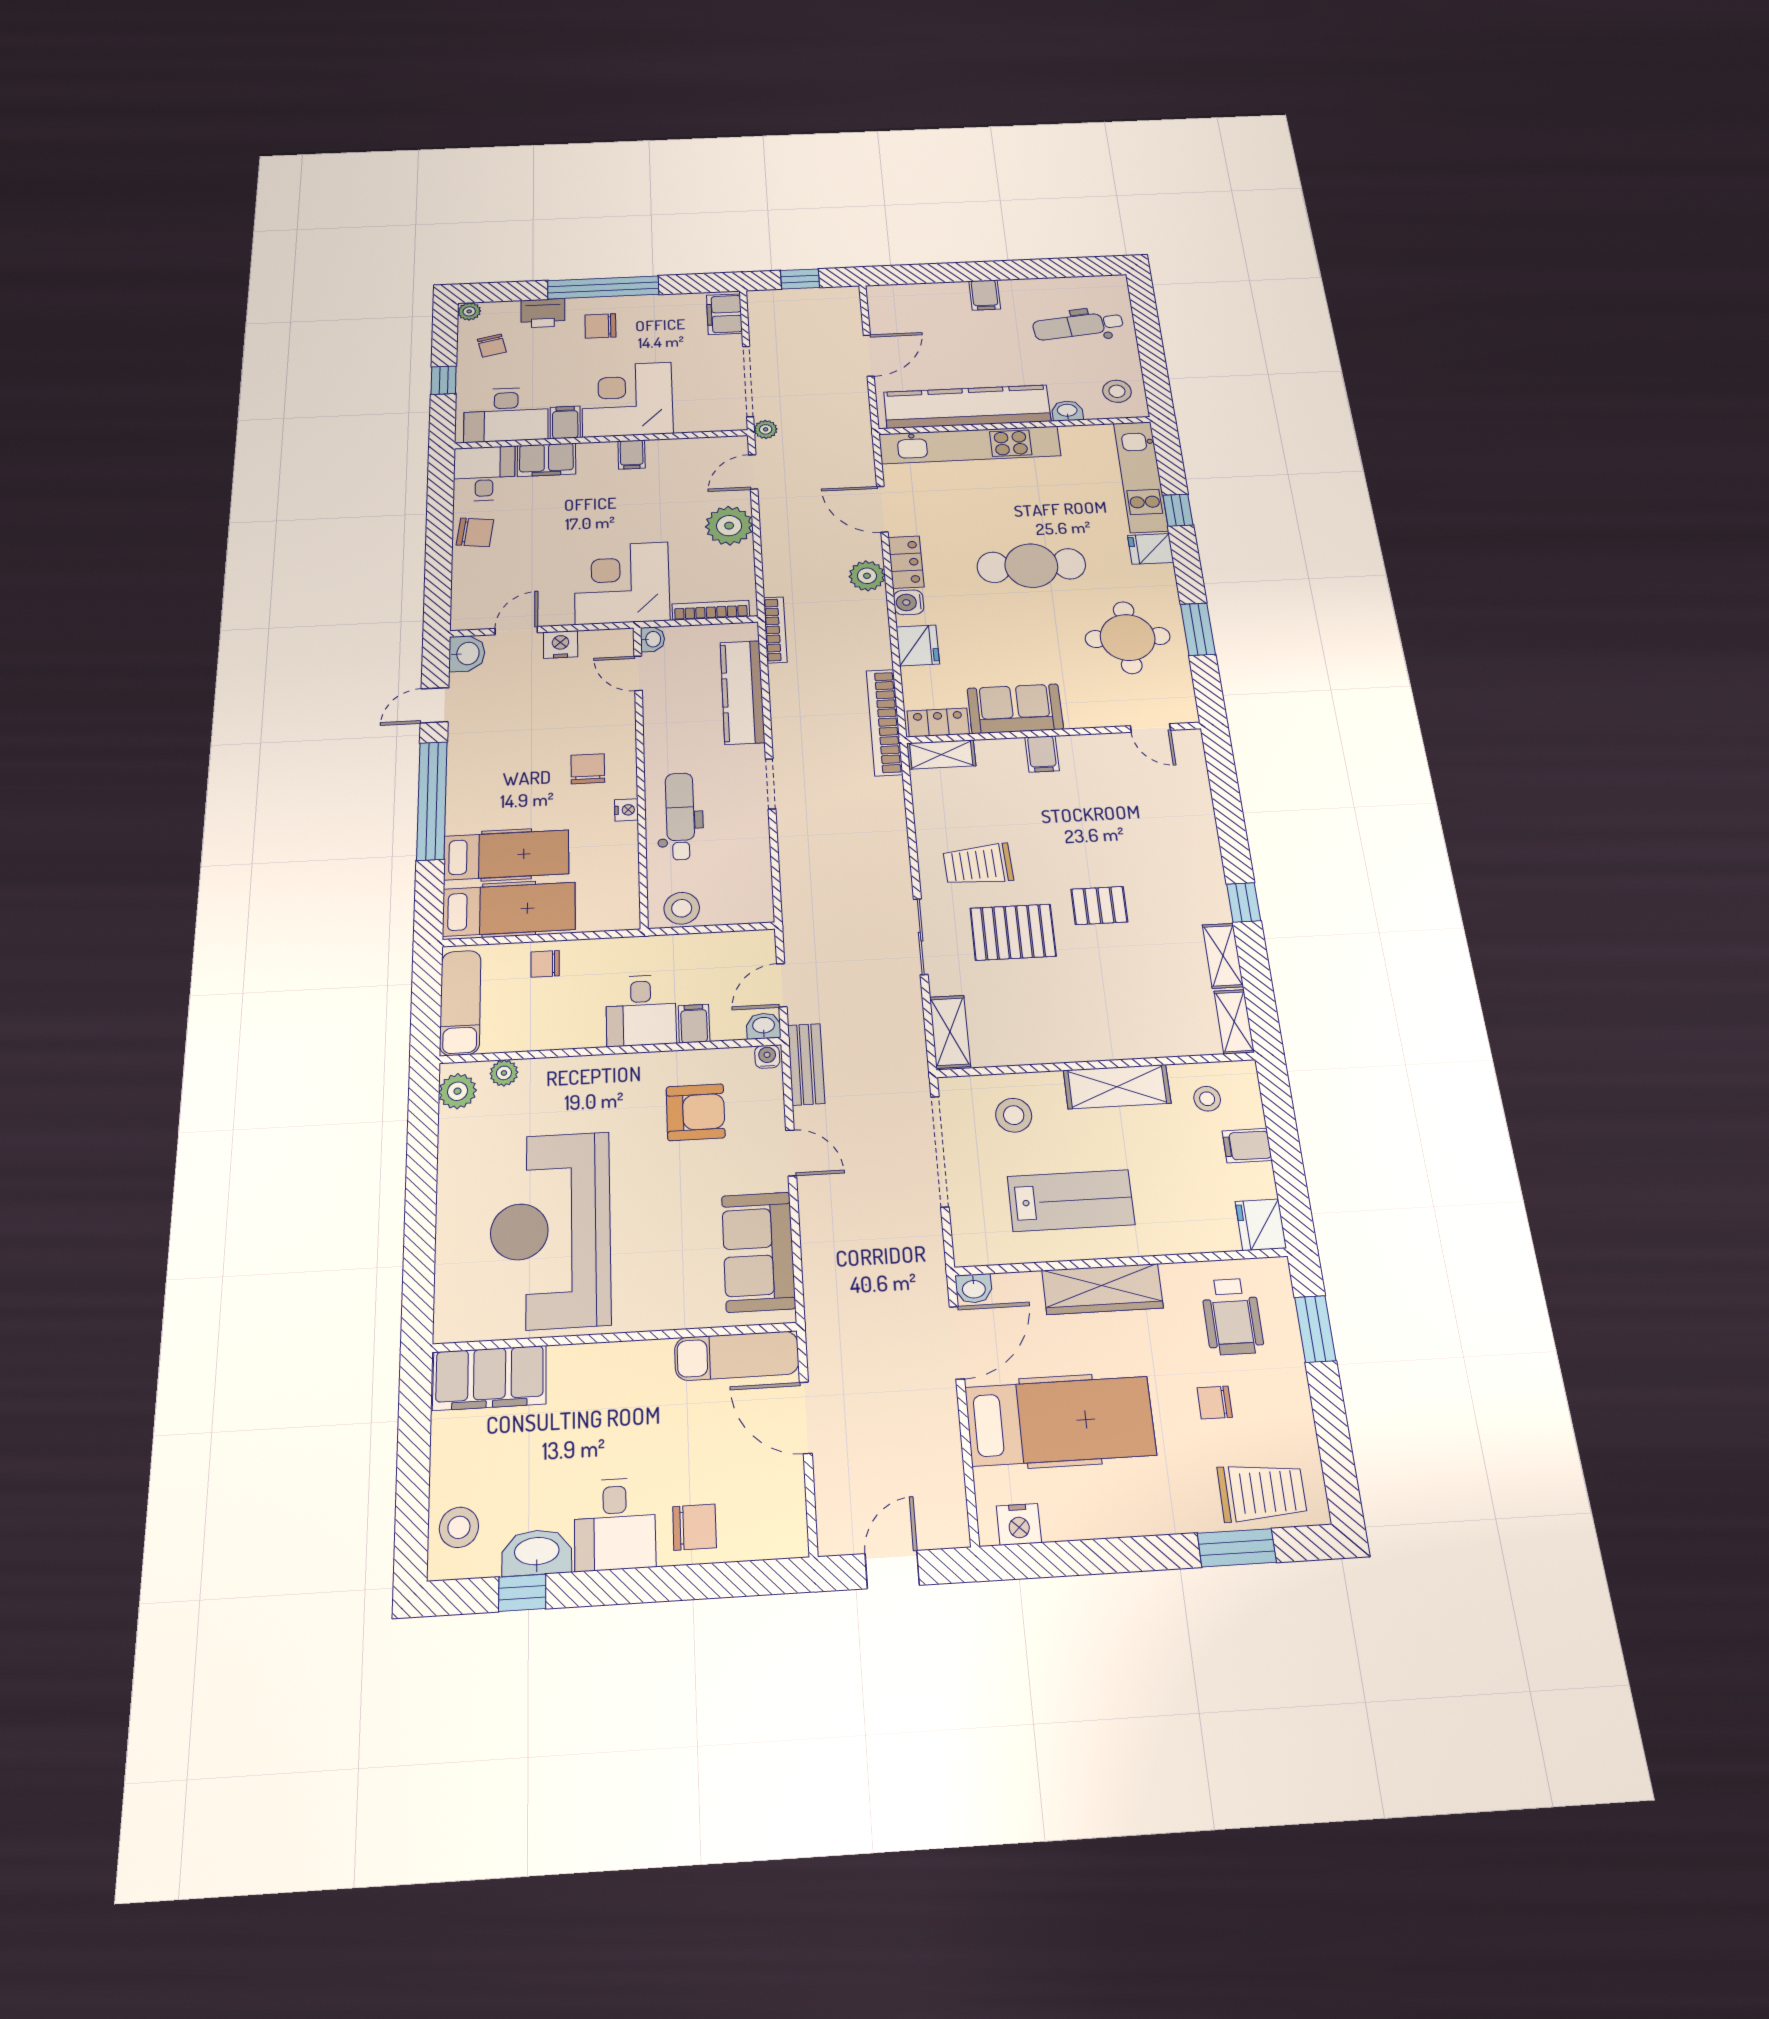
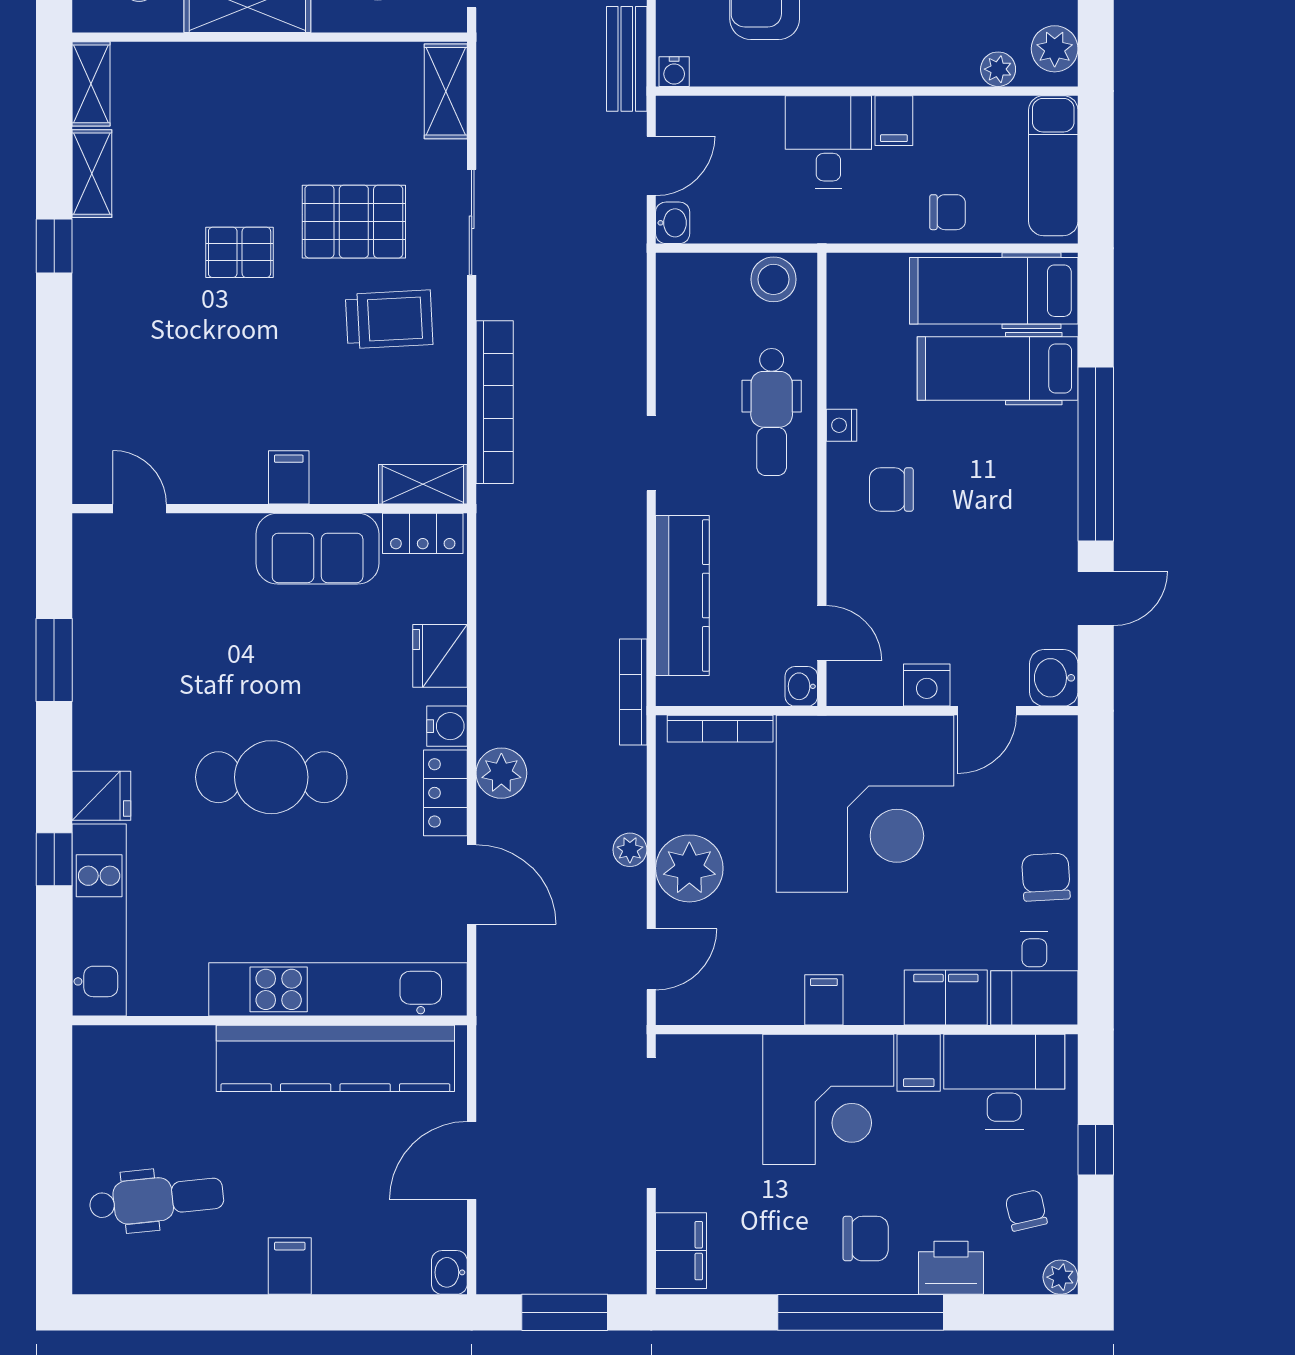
window: (800, 279) -> (565, 1312), width x1.50
stool: (1117, 391) -> (114, 1074), removed
washbasin: (1067, 411) -> (449, 1272), moved, turned 90
plant: (766, 429) -> (630, 850), moved
chair: (475, 532) -> (1046, 877), turned 80
corner desk: (622, 583) -> (865, 804), width x1.36, depth x1.36
round table: (1128, 637) -> (152, 652), removed
bookcase: (884, 722) -> (495, 402), moved
chair: (588, 769) -> (891, 490), turned 90
filing cabinet: (694, 1024) -> (894, 121), moved
washbasin: (764, 1026) -> (673, 223), moved, turned -90

